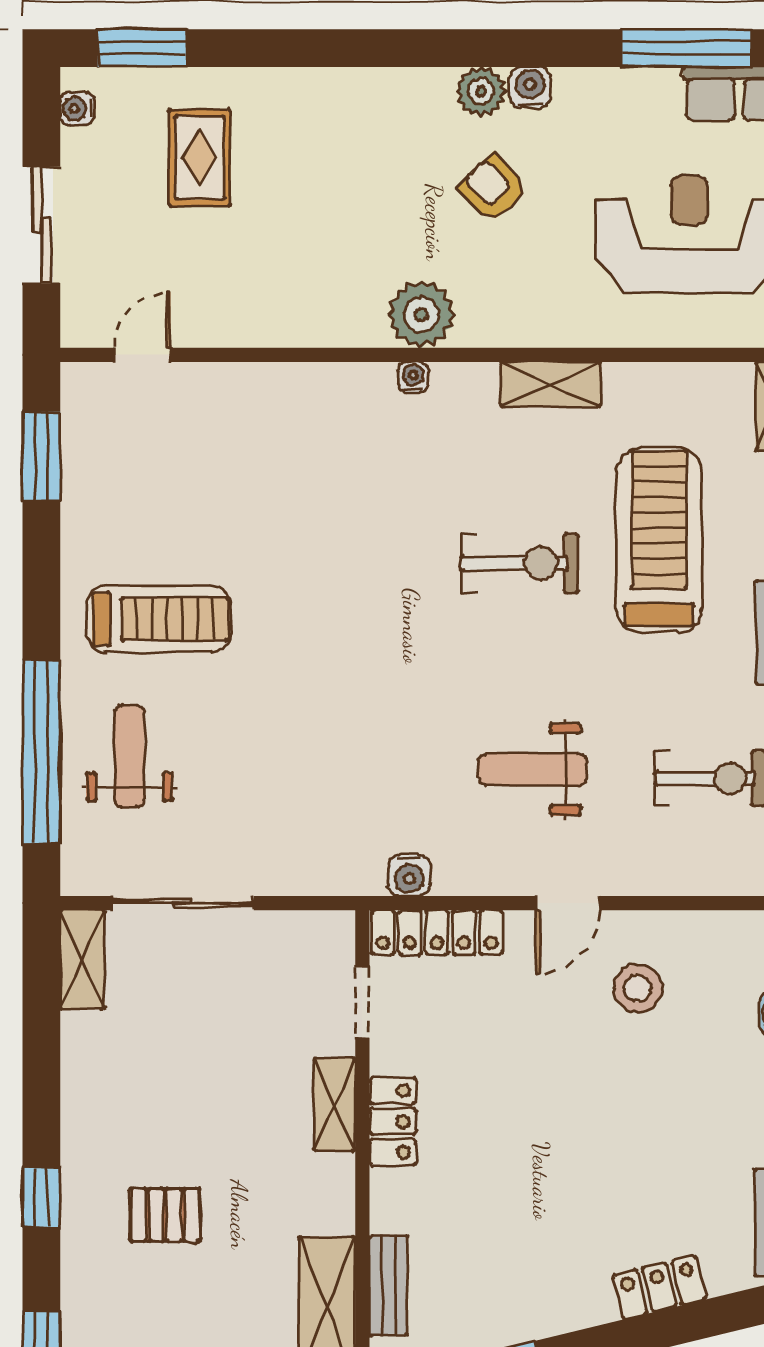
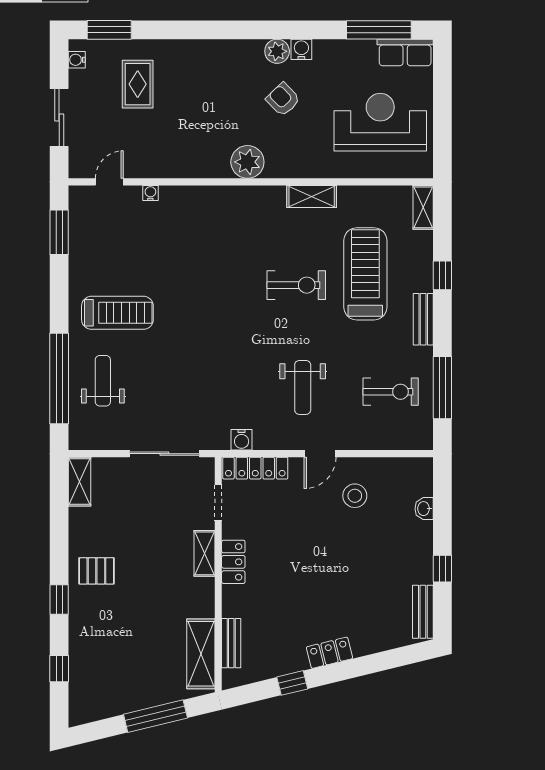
water cooler: (413, 377) -> (150, 193), moved
weight bench: (533, 770) -> (303, 387), turned -90
sliding door: (183, 903) -> (164, 454), moved
pallet: (165, 1215) -> (96, 571), moved
locker: (659, 1287) -> (329, 653), moved

